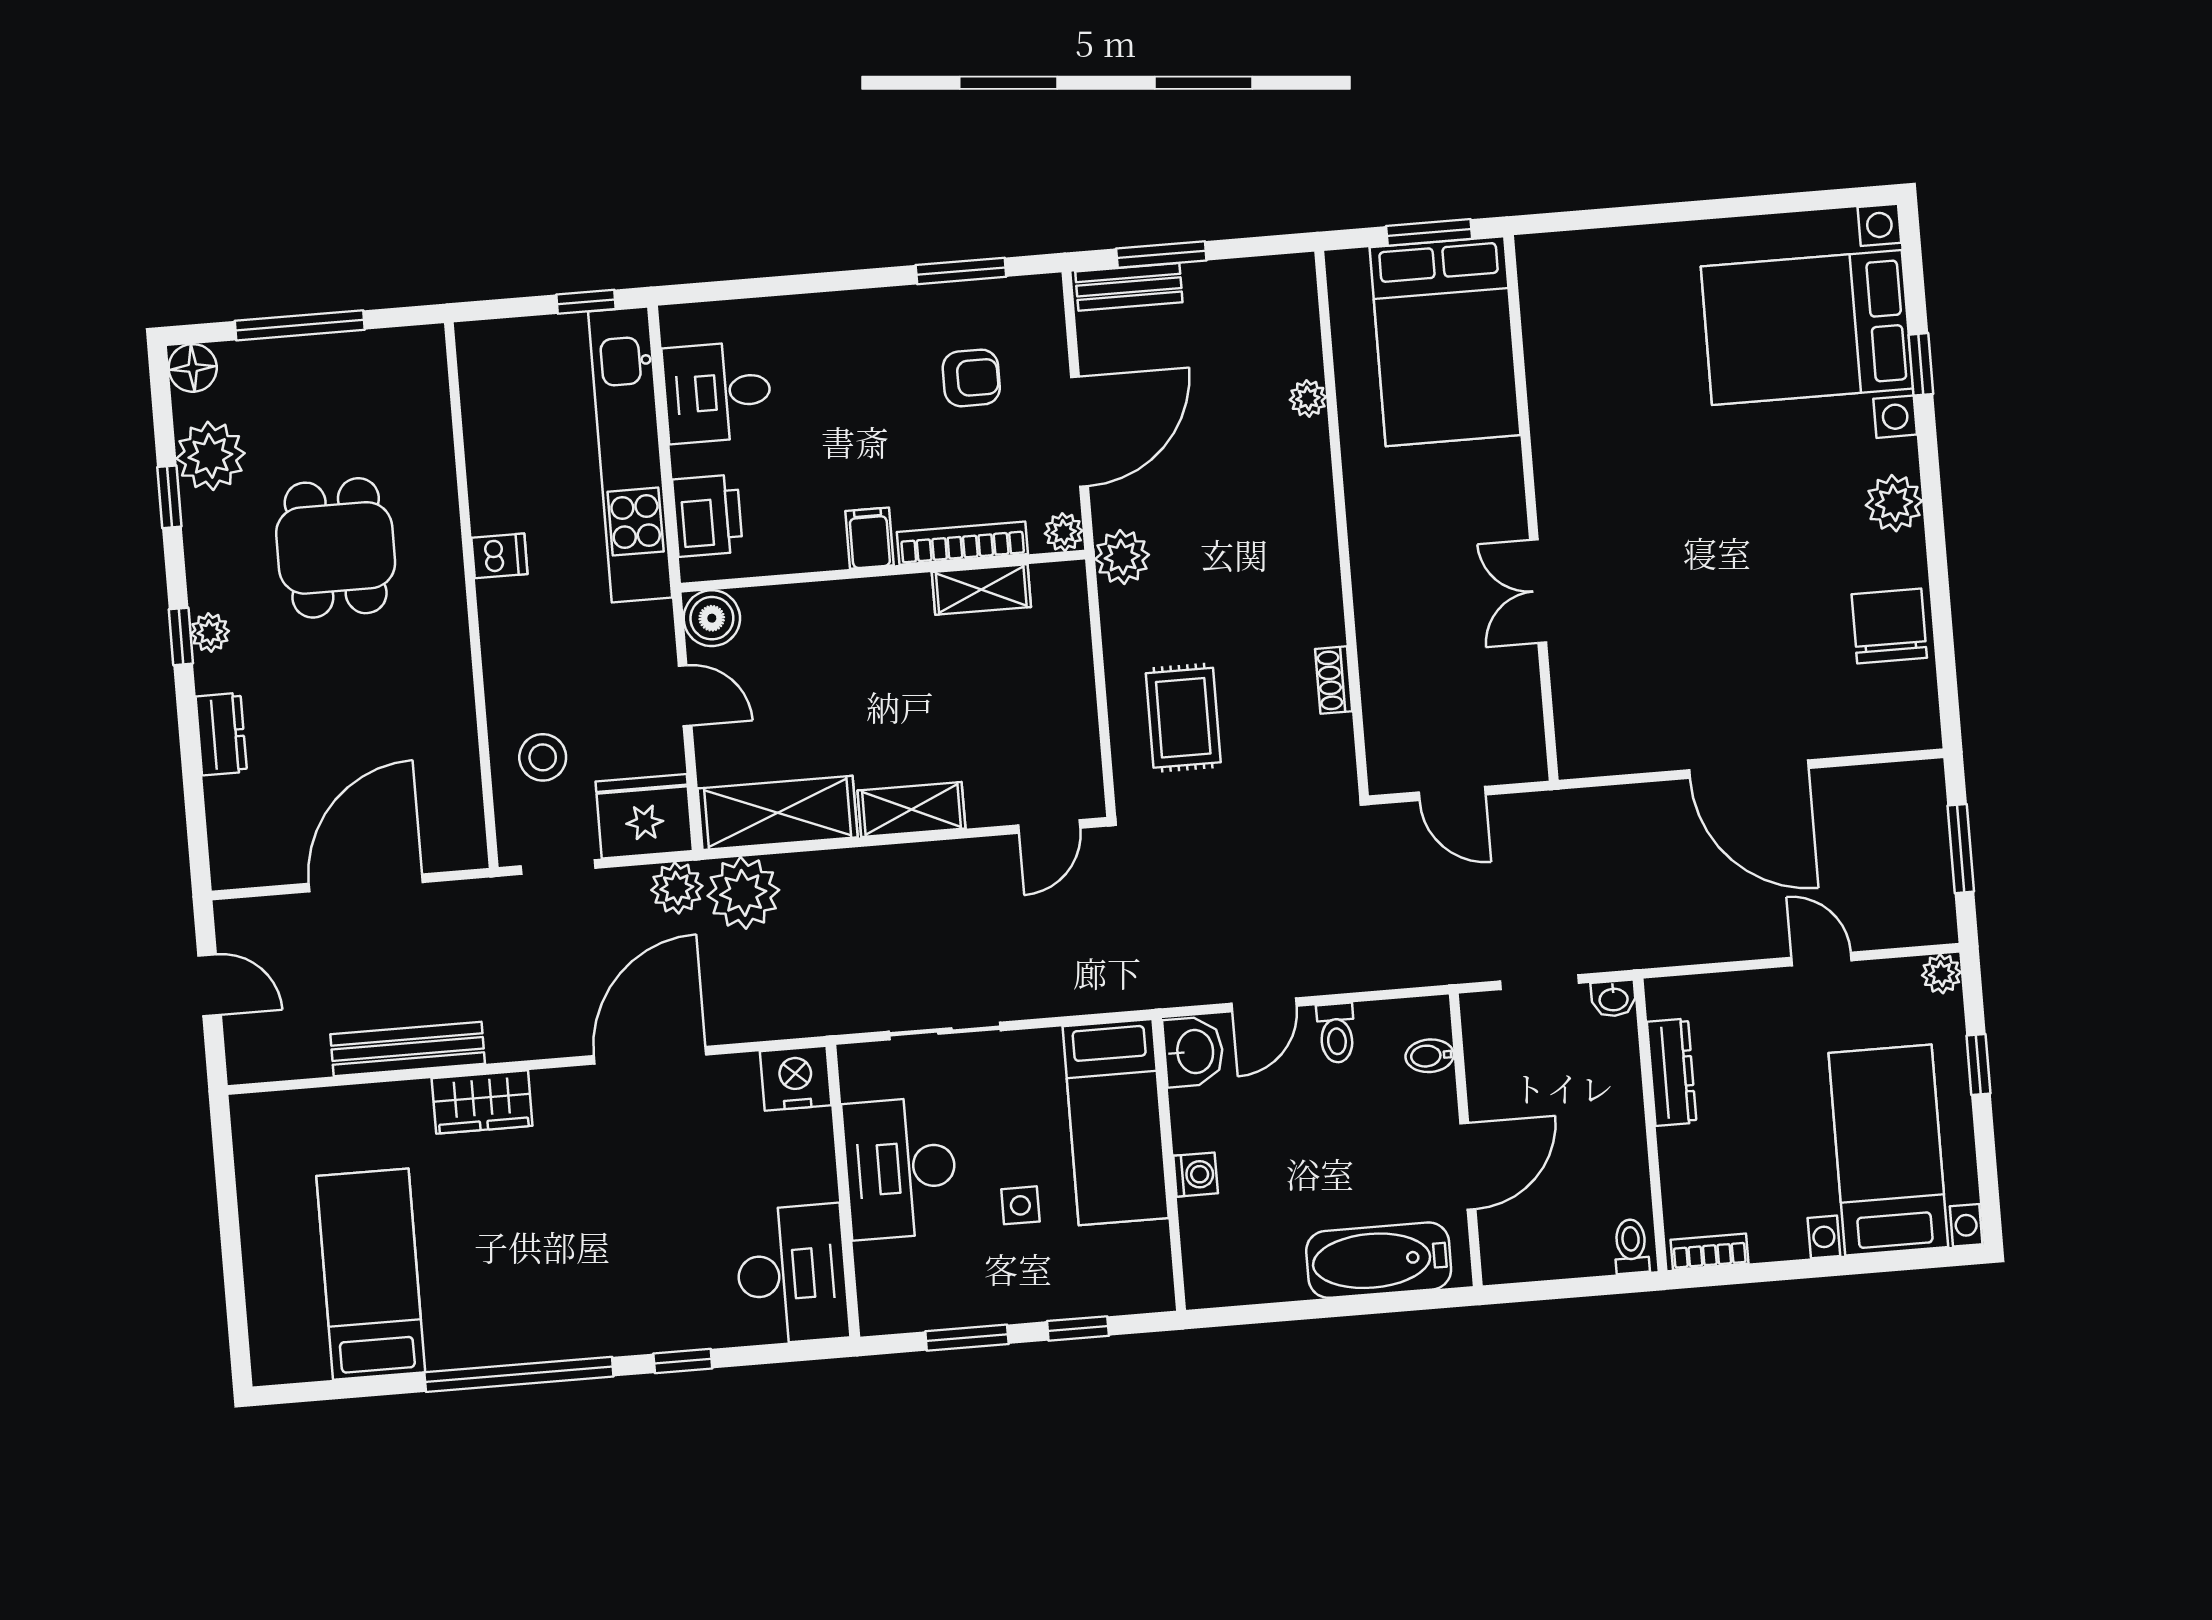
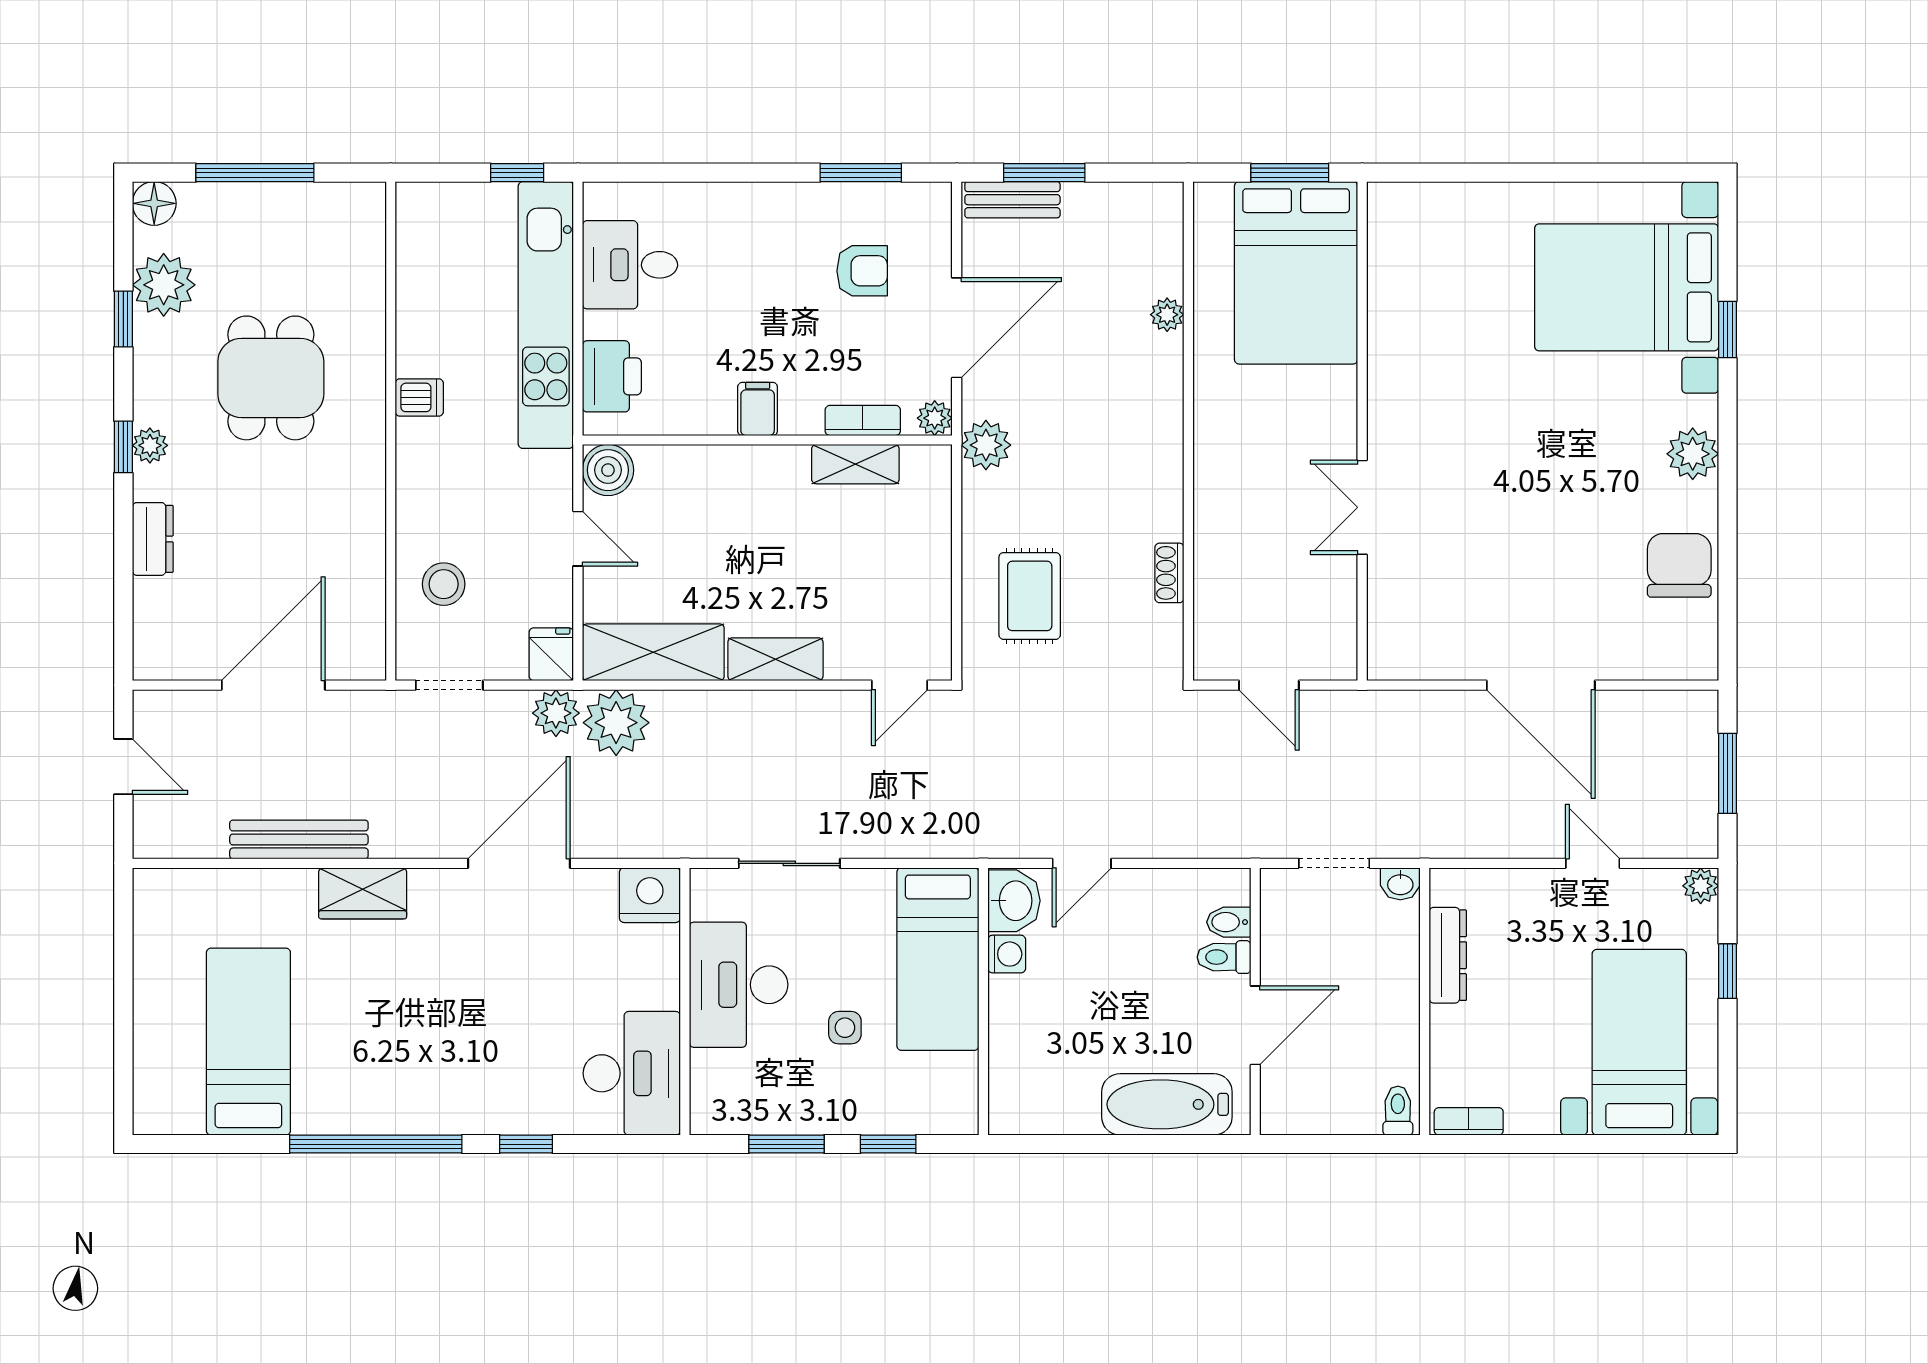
bookcase: (962, 543) -> (863, 420), width x0.64
fridge: (644, 816) -> (551, 654), width x0.53, depth x0.75
toilet: (1336, 1033) -> (1224, 957), moved, turned 90
washing machine: (1196, 1175) -> (1007, 954), moved

